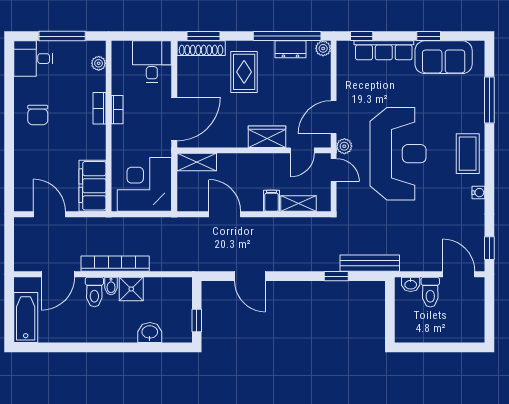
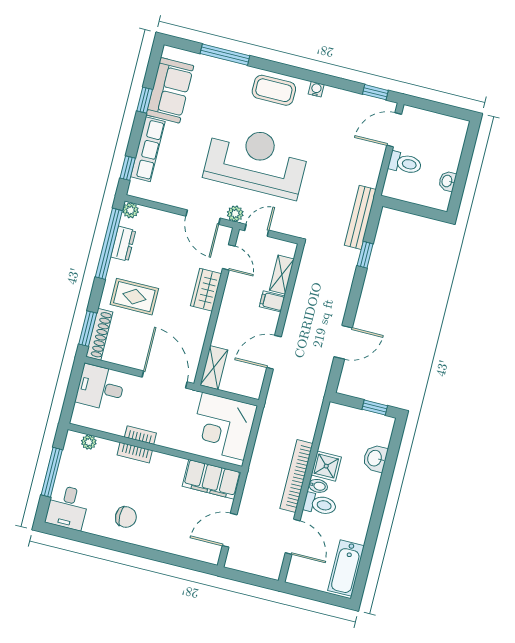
washbasin: (411, 284) -> (447, 181), moved, turned 180
bathtub: (26, 318) -> (346, 568), moved, turned -90

